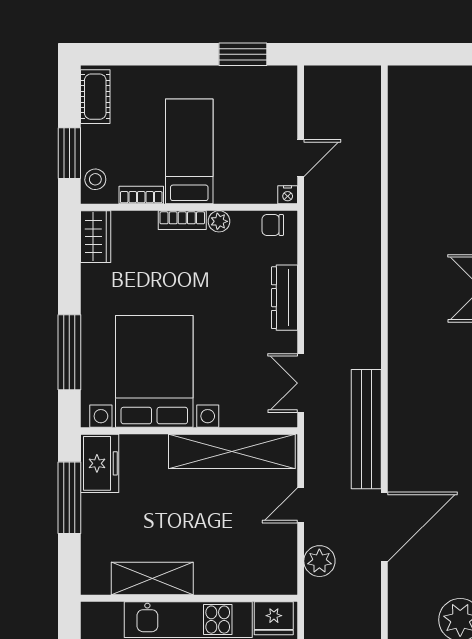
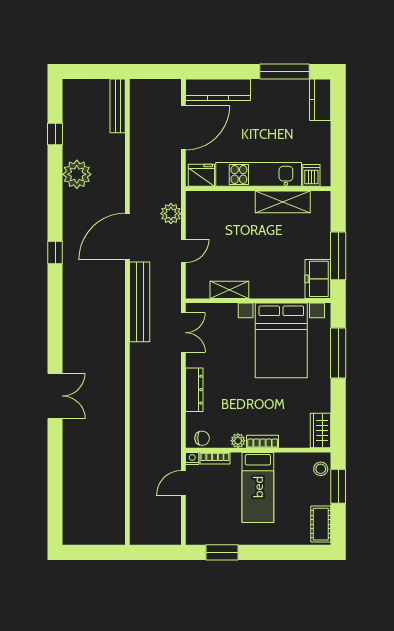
bookcase: (141, 195) -> (215, 458), moved
shelving: (232, 451) -> (229, 290), width x0.45, depth x0.75
dishwasher: (109, 618) -> (311, 175), added

